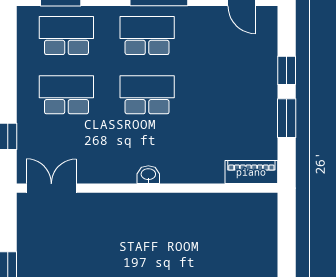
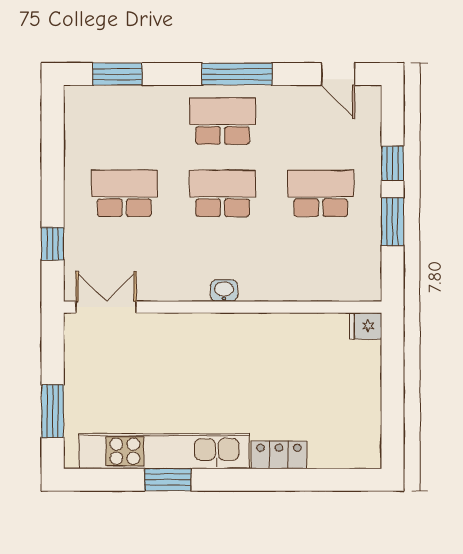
school desk: (66, 36) -> (321, 193), moved
piano: (251, 172) -> (350, 287), removed
fridge: (264, 204) -> (366, 326), added

